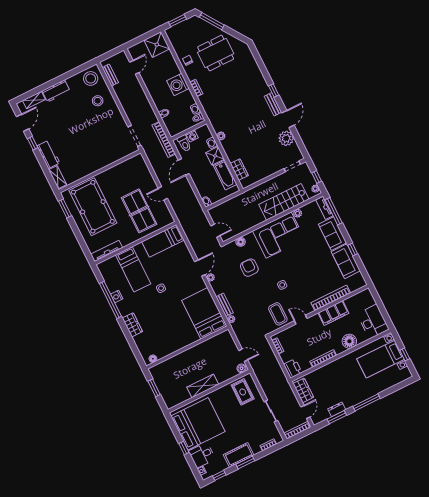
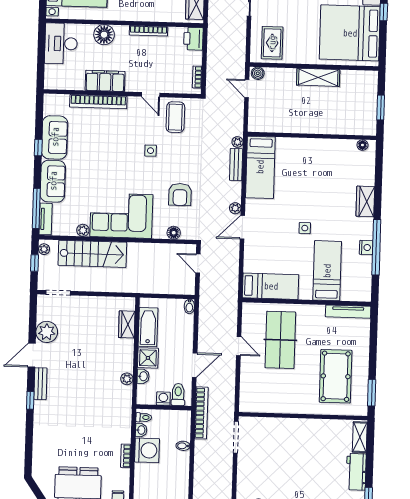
washing machine: (178, 85) -> (147, 450), moved
pool table: (93, 207) -> (336, 376), width x0.73, depth x0.76
bed: (204, 313) -> (260, 167), width x0.67

